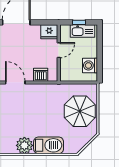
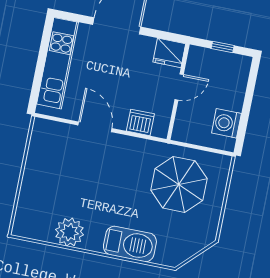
kitchen sink: (82, 31) -> (226, 63), removed
parasol: (80, 111) -> (179, 184), moved
plant: (24, 145) -> (69, 232), moved

